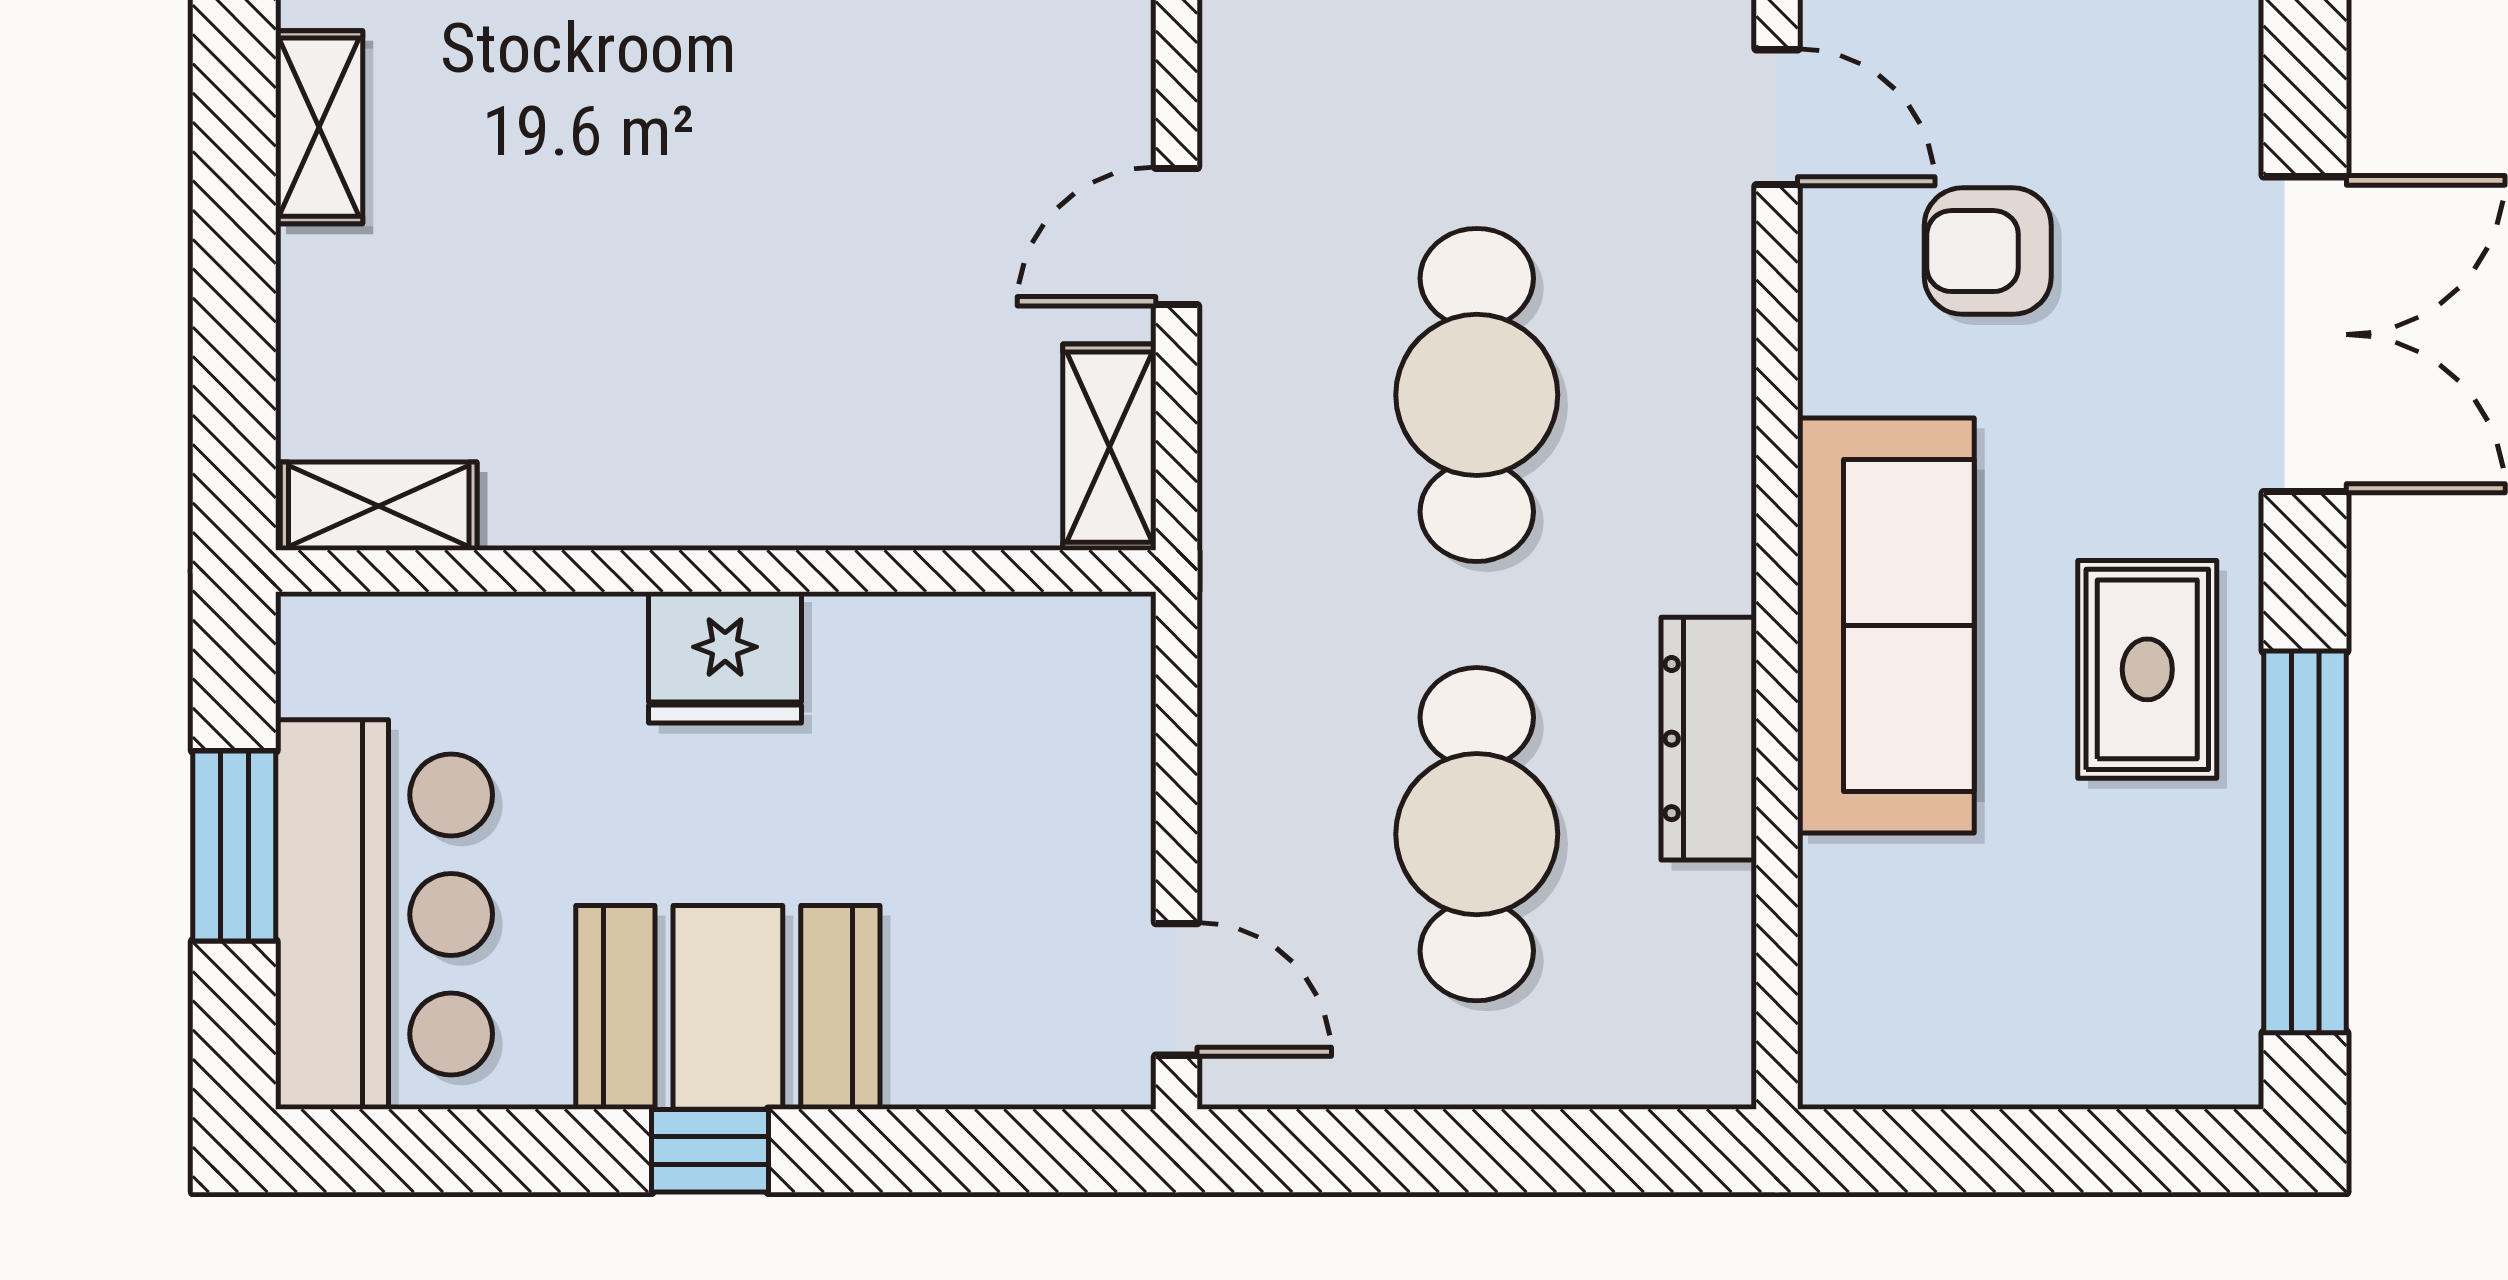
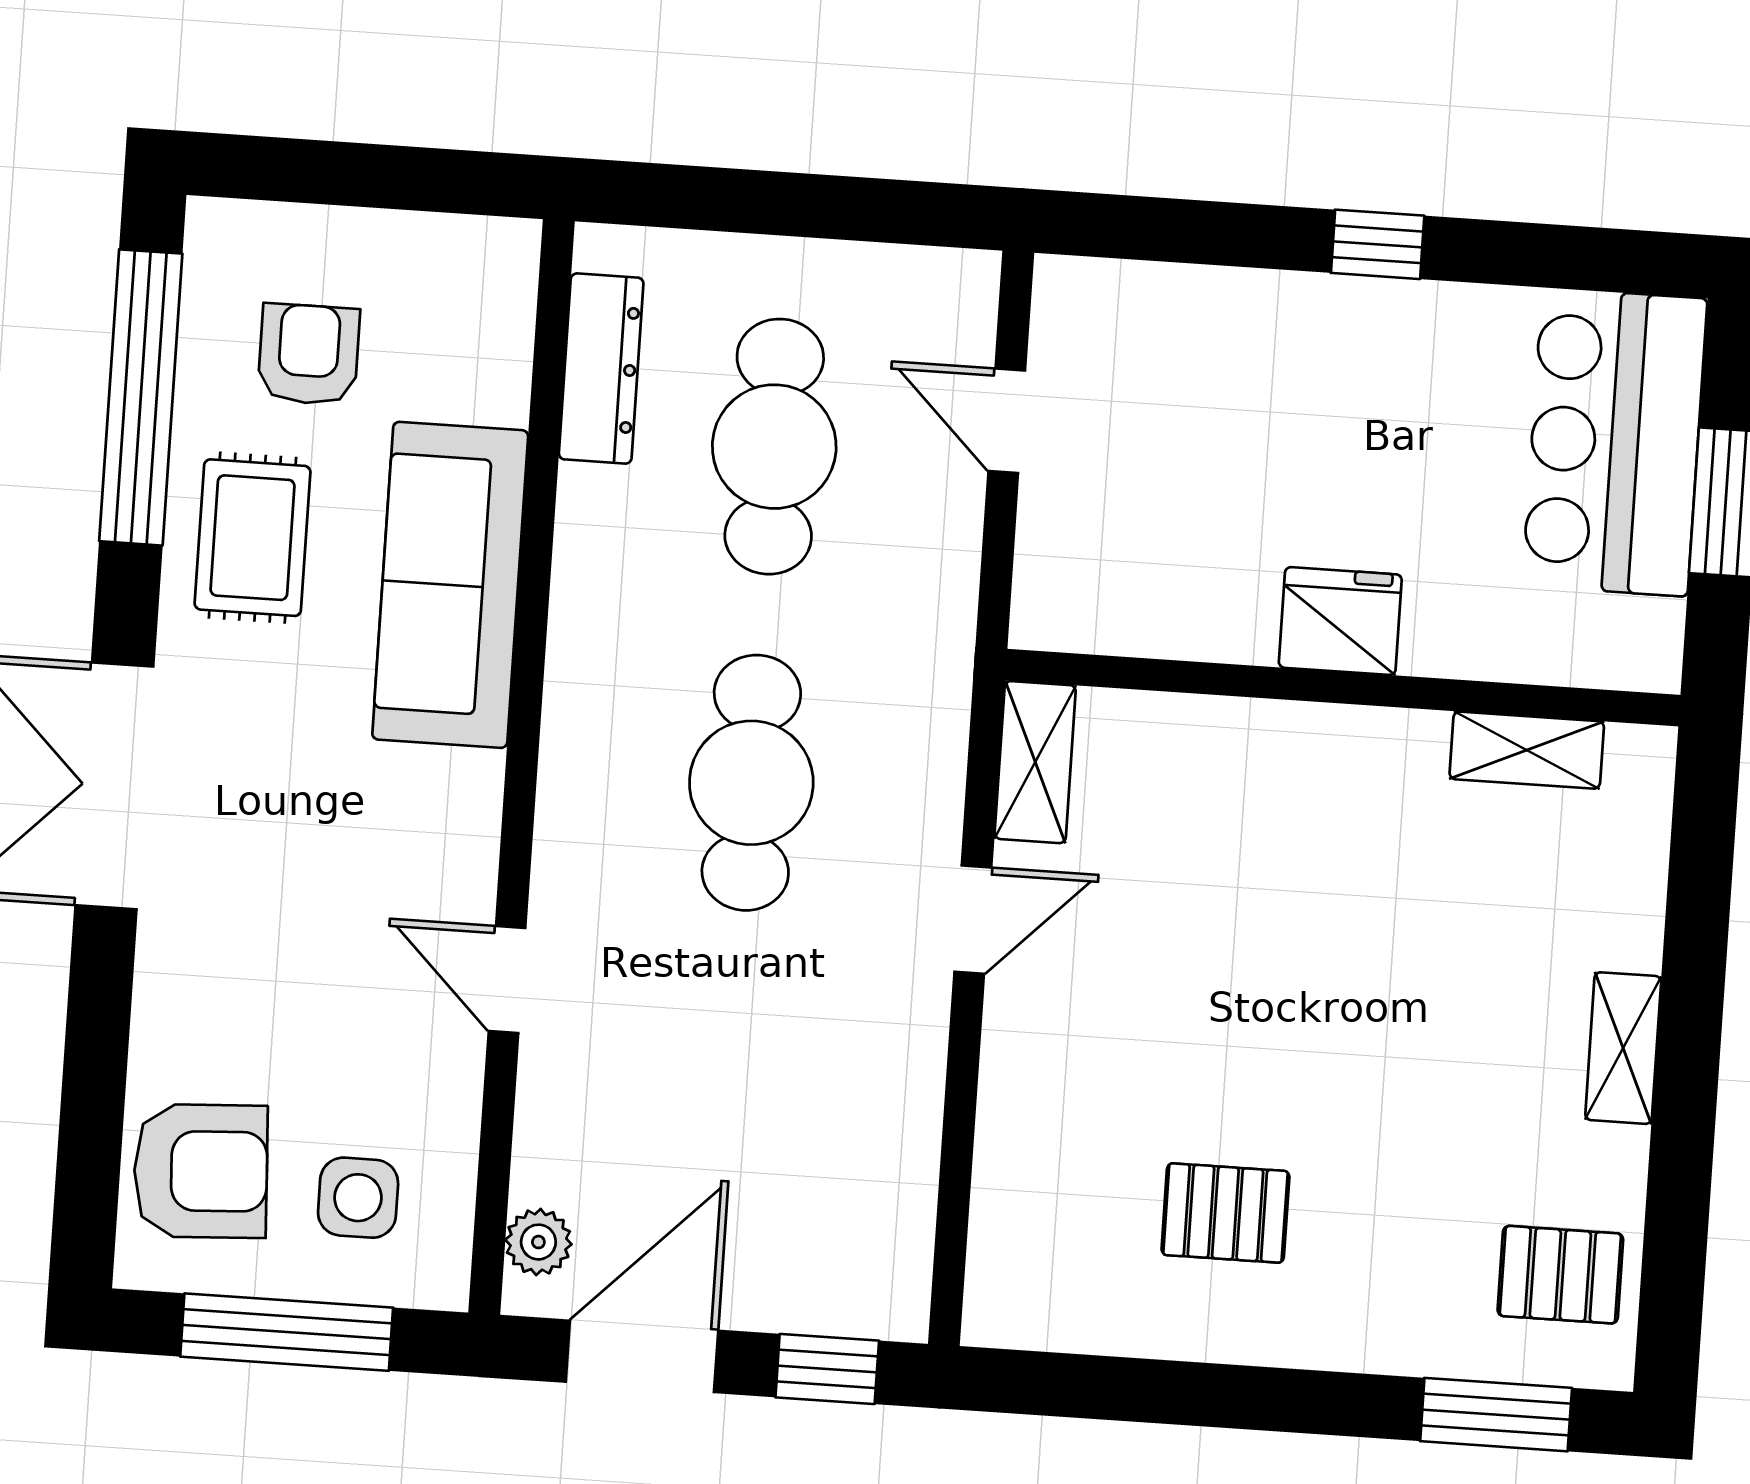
armchair: (1988, 251) -> (309, 354), moved, turned -90
shelving: (379, 506) -> (1527, 750), moved
dresser: (1709, 739) -> (601, 369), moved
door: (1176, 989) -> (1007, 421), moved
booth: (728, 1007) -> (1356, 353), removed

